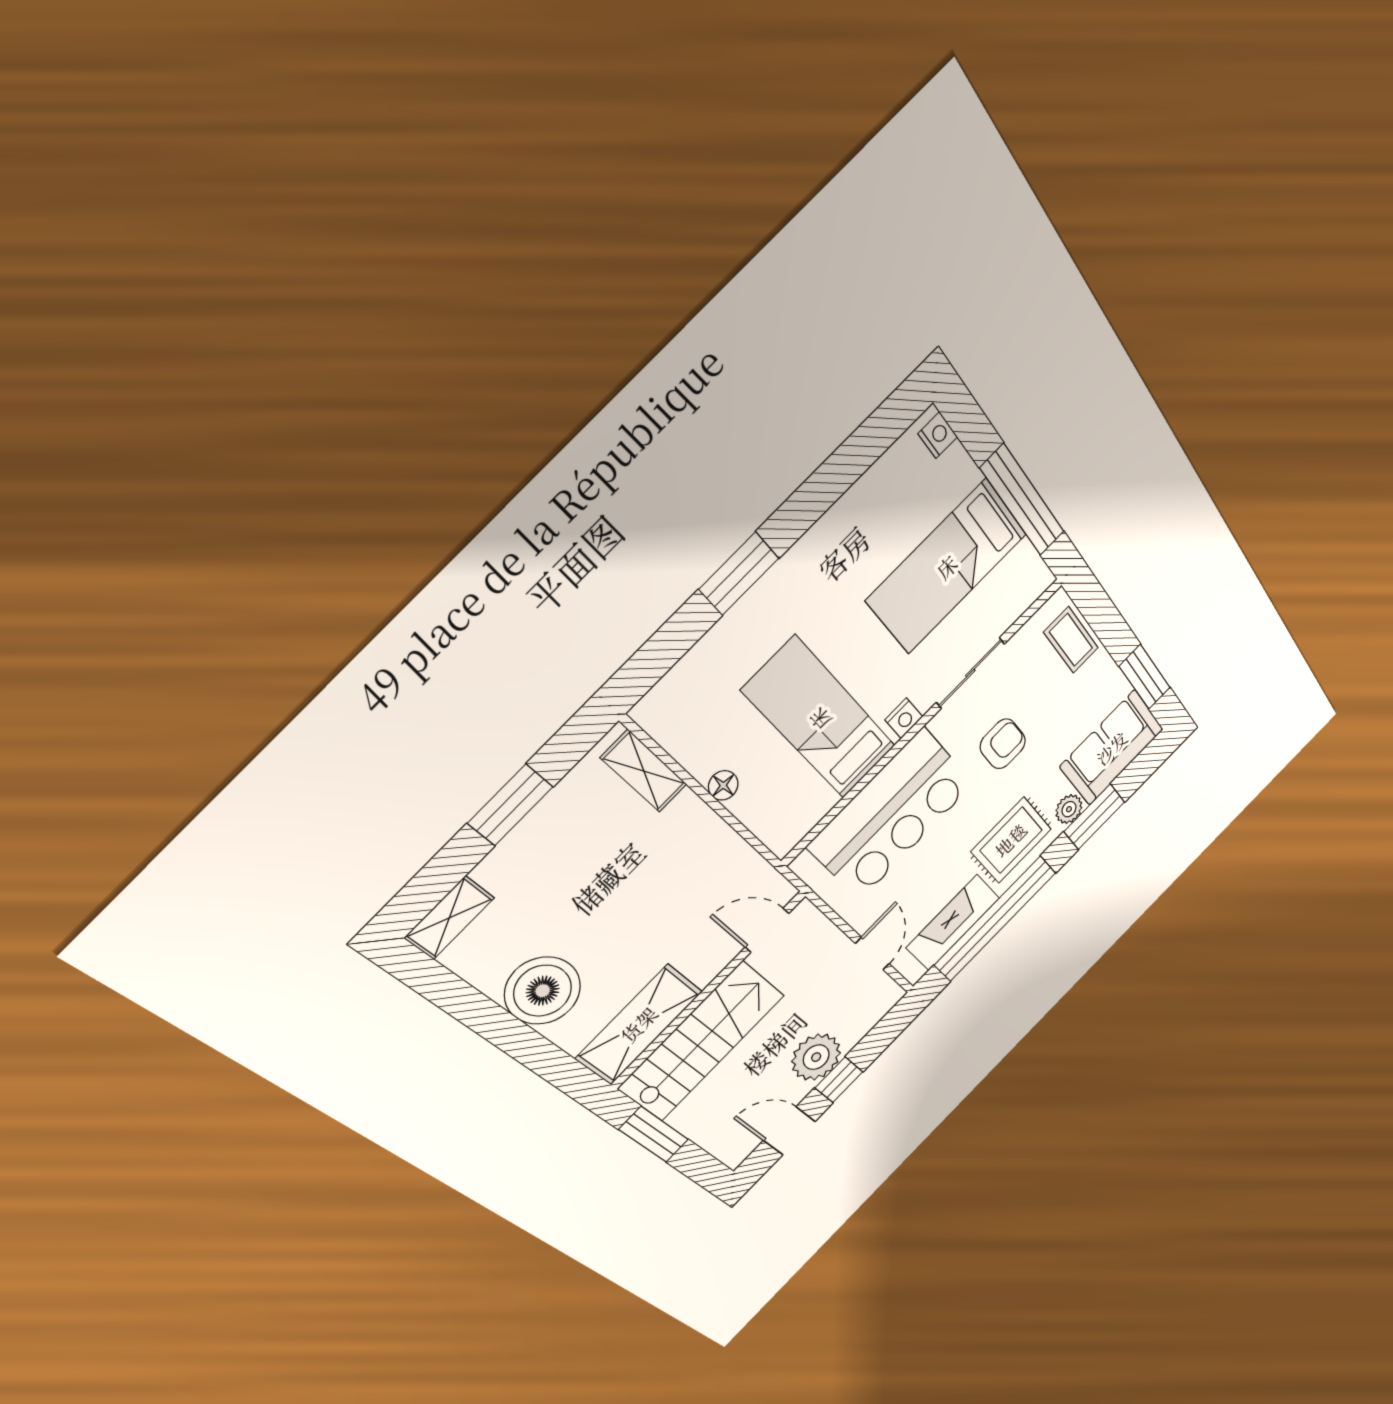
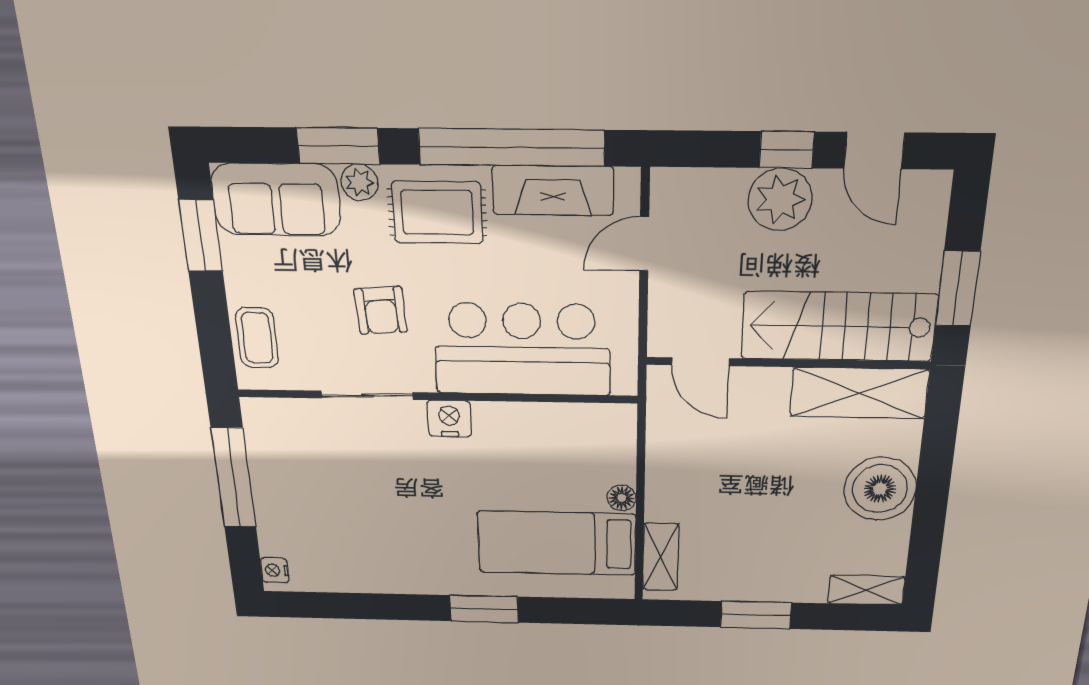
bed: (947, 567) -> (330, 486), removed
nightstand: (904, 718) -> (449, 419), width x1.39, depth x1.35
bed: (820, 719) -> (557, 543), moved, turned 90
armchair: (1003, 744) -> (381, 311), turned -94

